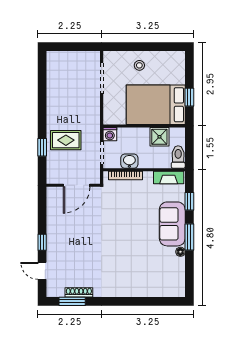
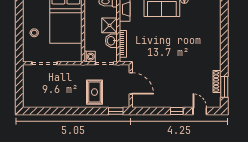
shower: (159, 137) -> (110, 25), moved
window: (42, 147) -> (116, 111), moved
door: (42, 271) -> (200, 111), swing flipped

